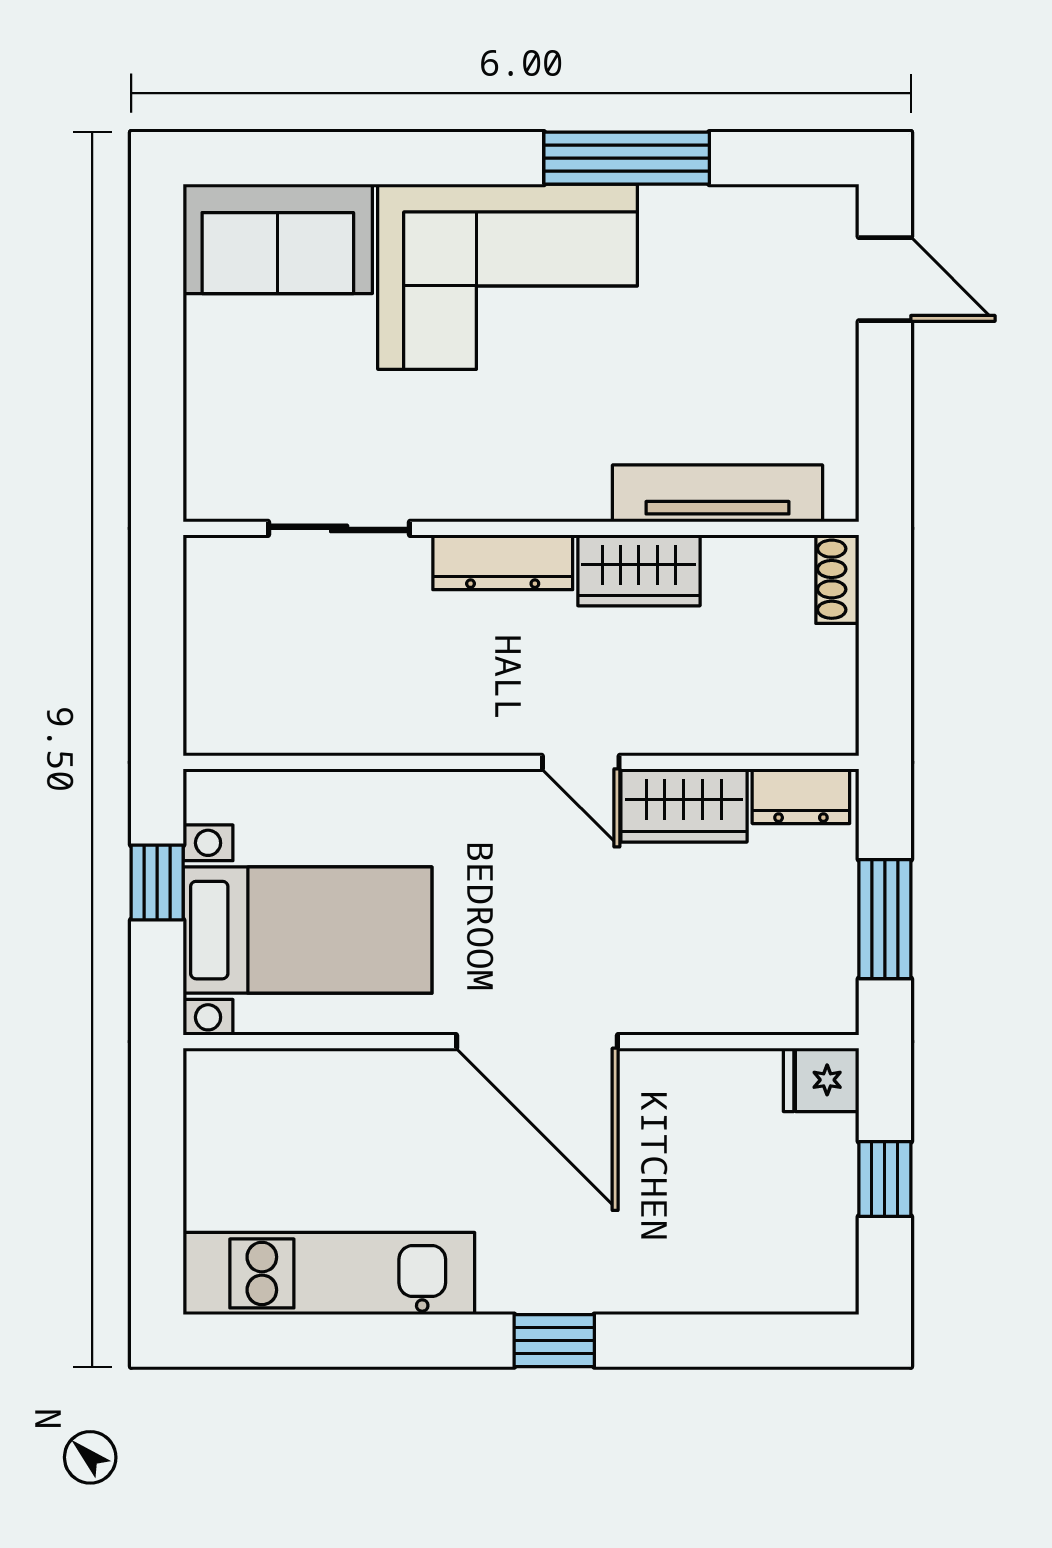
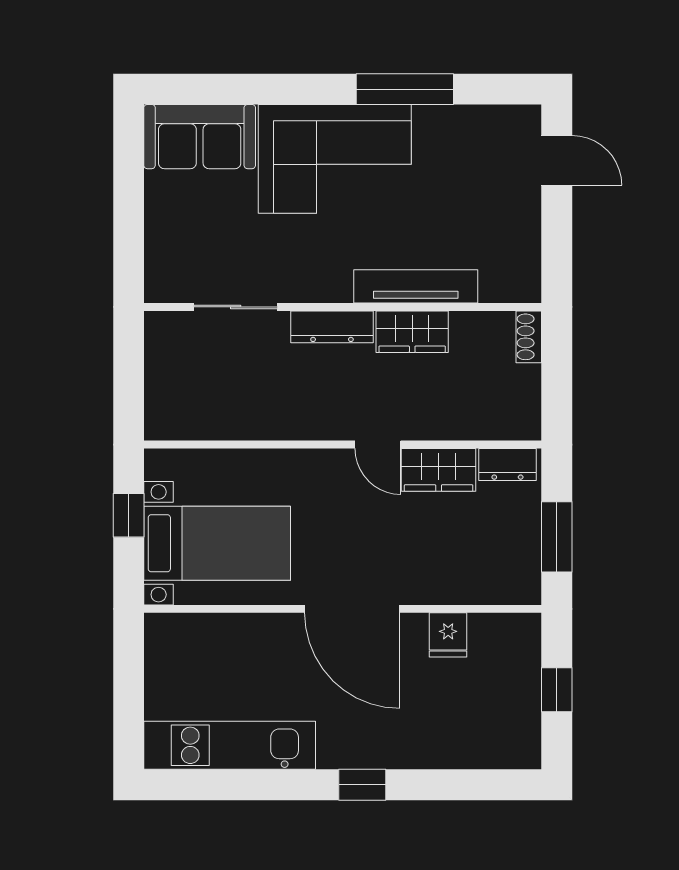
tv unit: (717, 493) -> (416, 286), moved
fridge: (821, 1080) -> (448, 635), moved, turned -90

